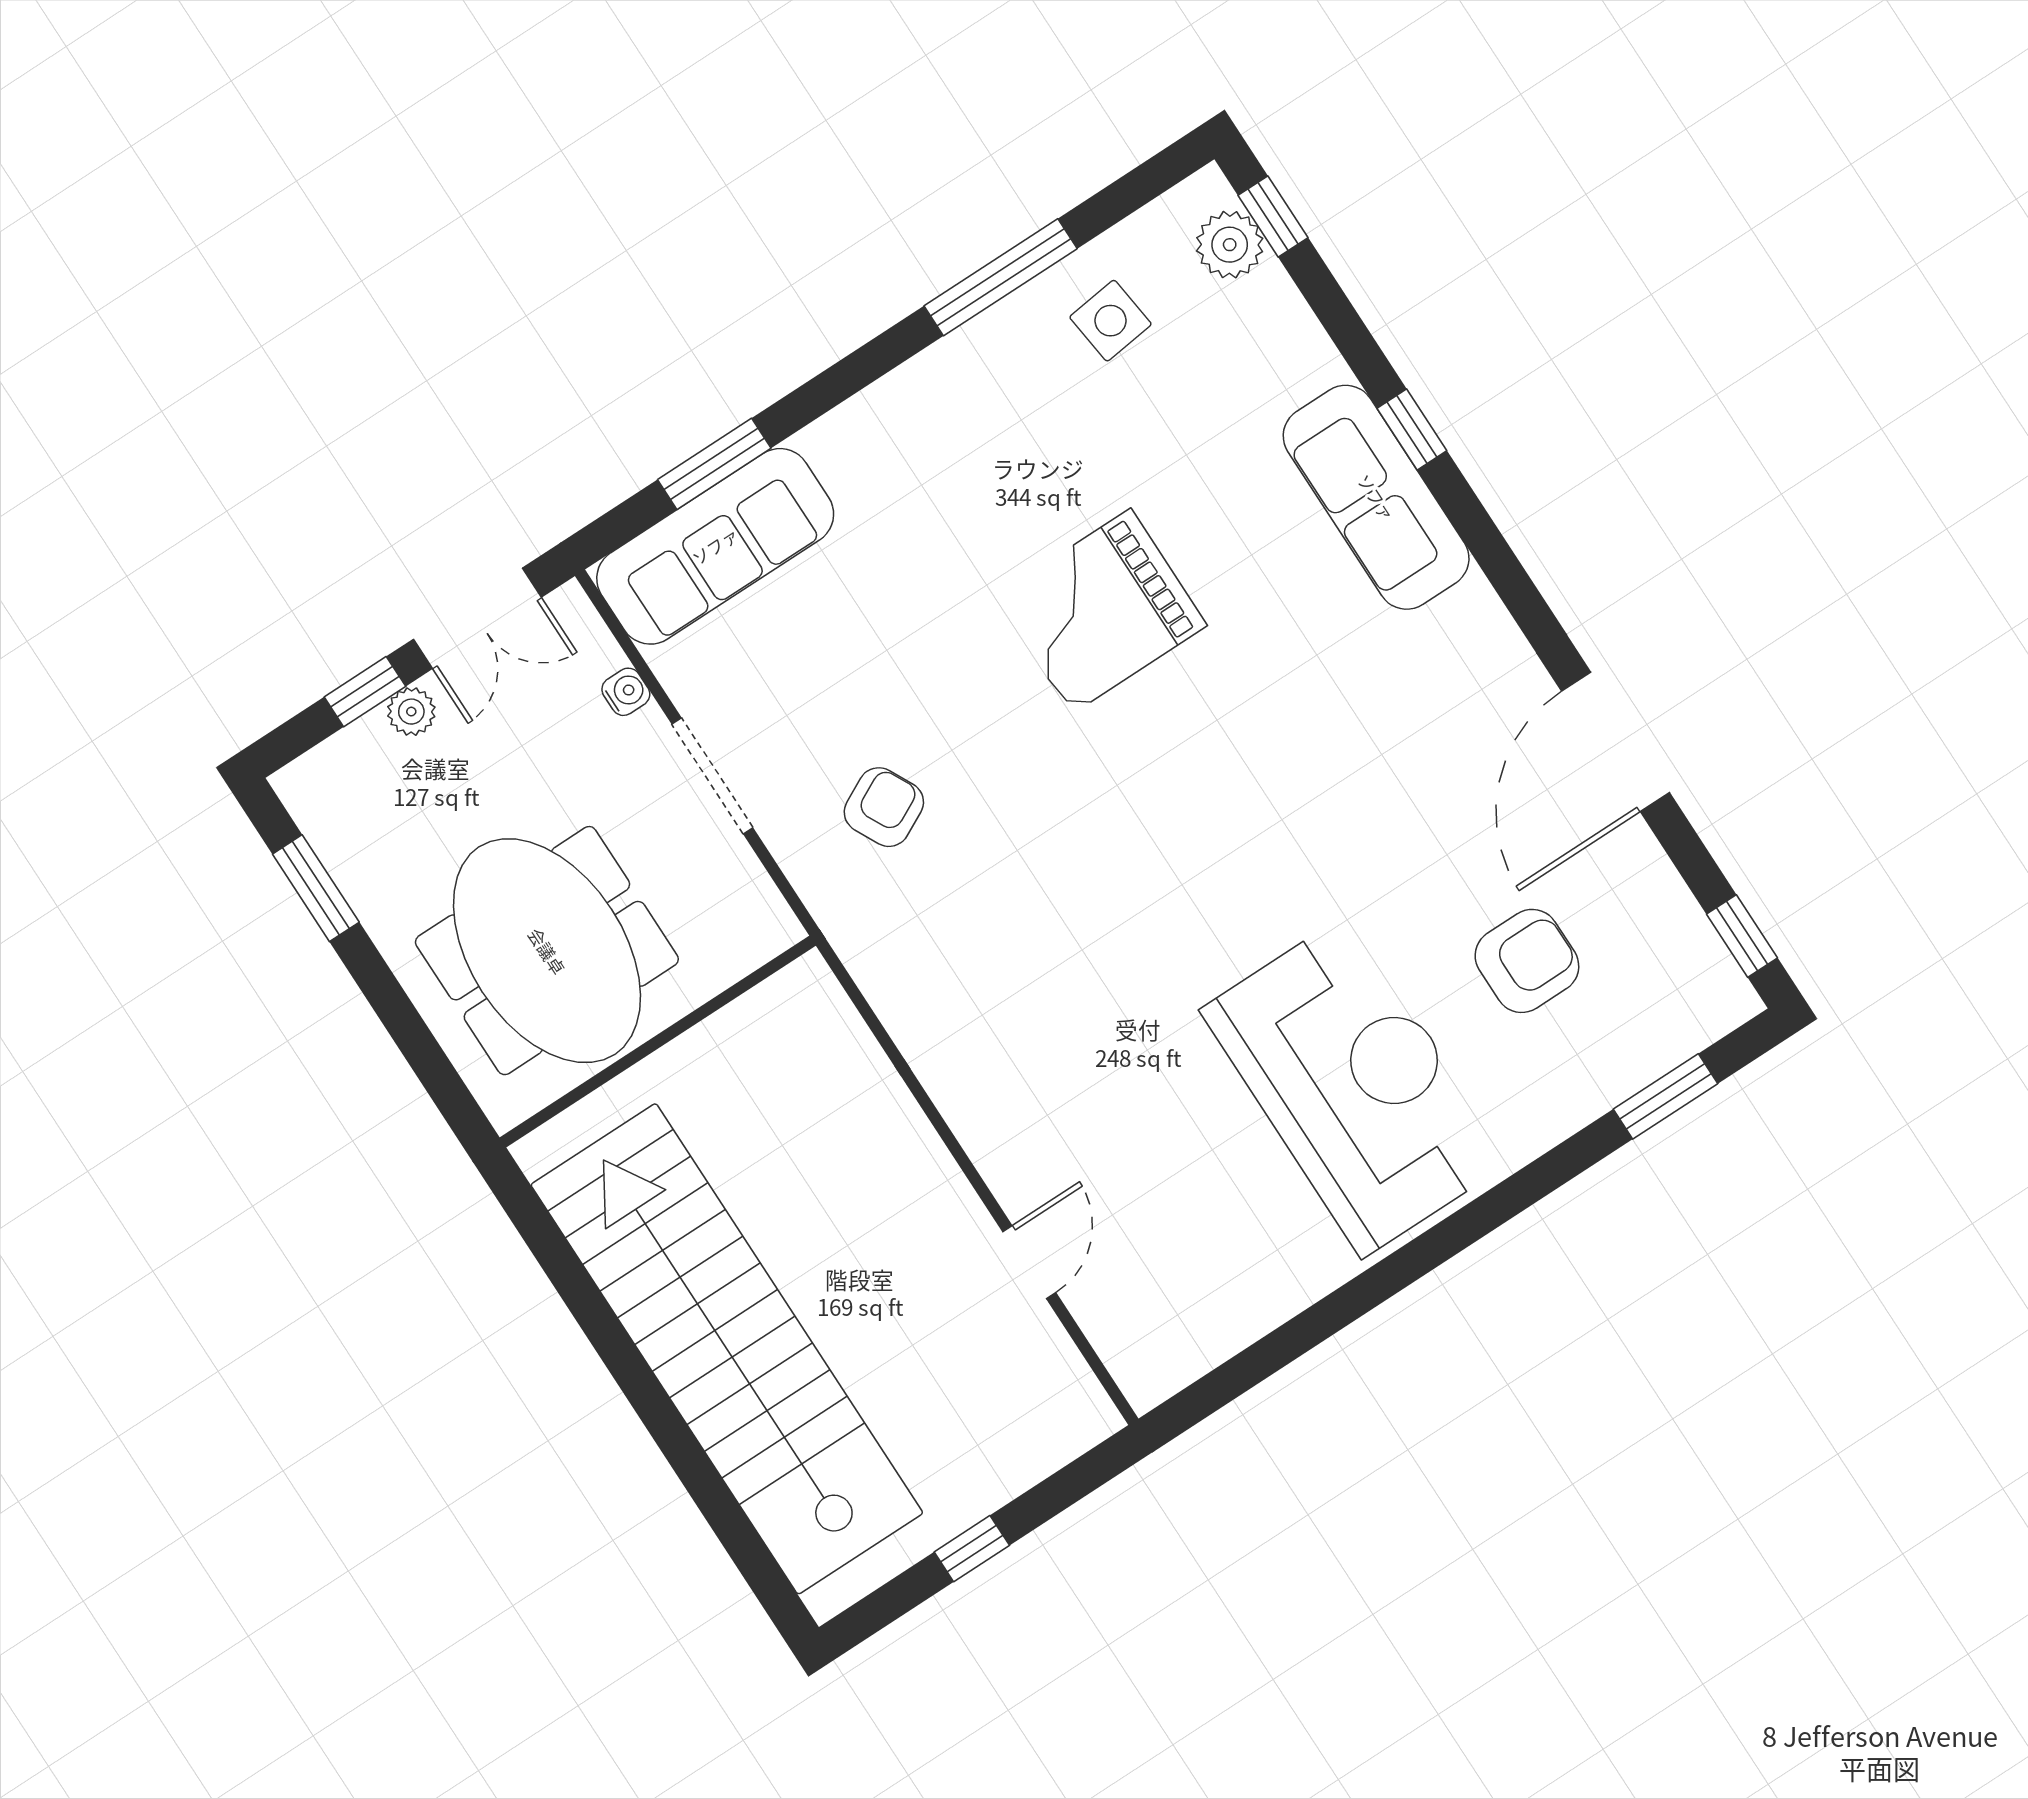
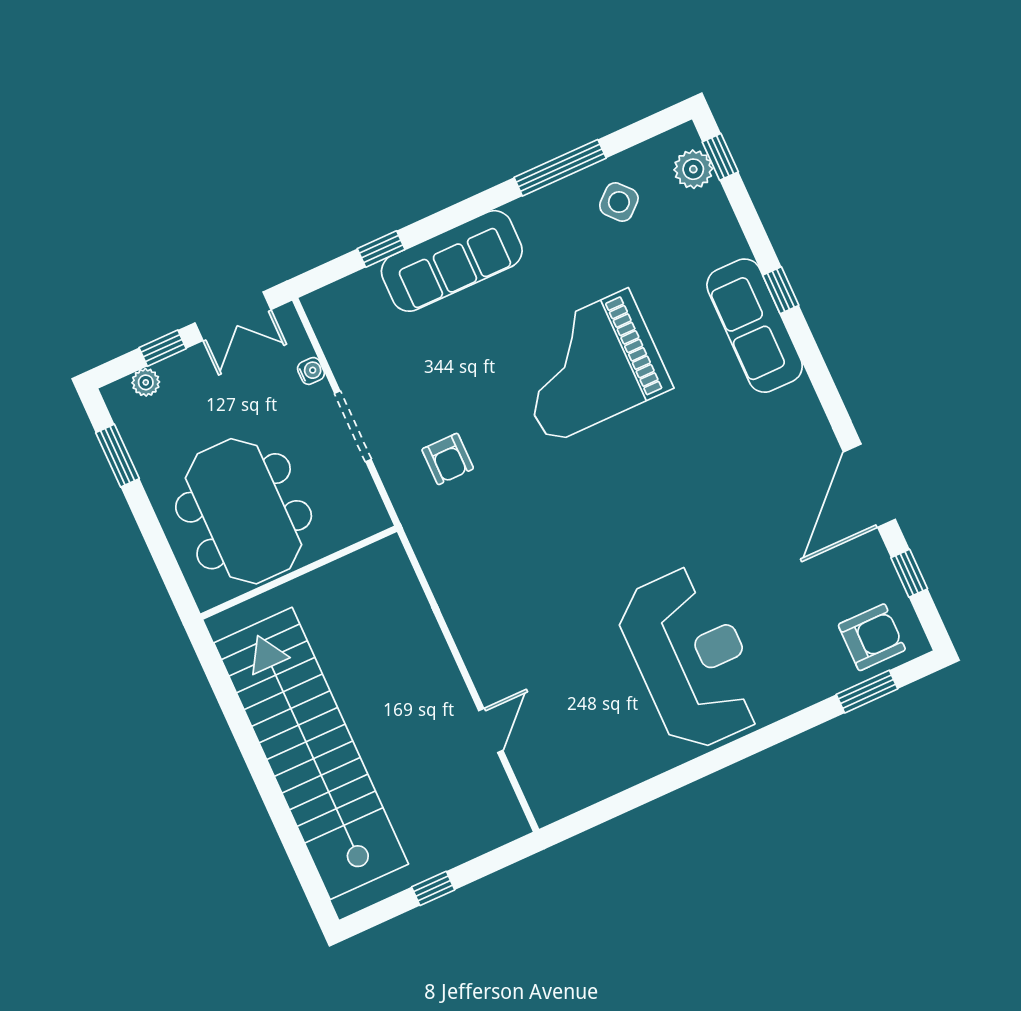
side table: (1111, 321) -> (619, 202), turned -35
window: (714, 464) -> (381, 249), width x0.67
sofa: (715, 546) -> (452, 261), moved
grand piano: (1101, 611) -> (588, 366), width x1.37, depth x1.48
plant: (411, 712) -> (146, 382), moved
armchair: (884, 807) -> (448, 459), turned 117
window: (1742, 936) -> (909, 573), moved
armchair: (1527, 961) -> (872, 637), moved

